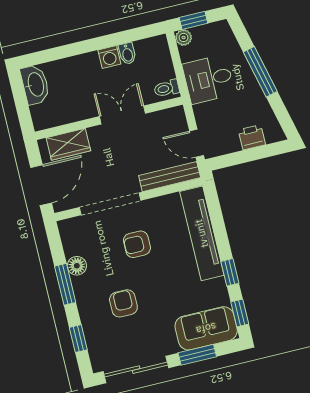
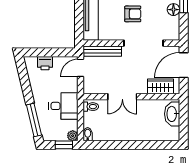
bidet: (127, 54) -> (88, 134), moved
washing machine: (109, 57) -> (122, 135), removed
window: (260, 72) -> (34, 120), moved
washbasin: (35, 85) -> (172, 114), moved
door: (197, 143) -> (80, 68), swing flipped

